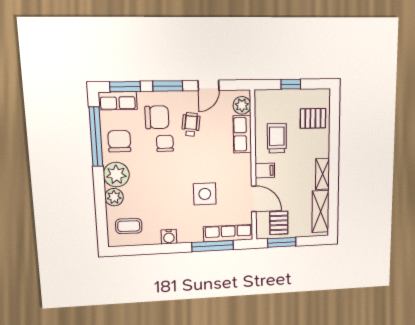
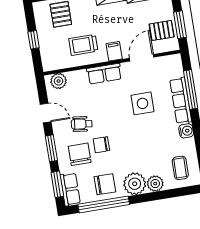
row of seats: (242, 134) -> (104, 74), moved
chair: (119, 141) -> (105, 184), turned 180
row of seats: (228, 233) -> (181, 101), moved

